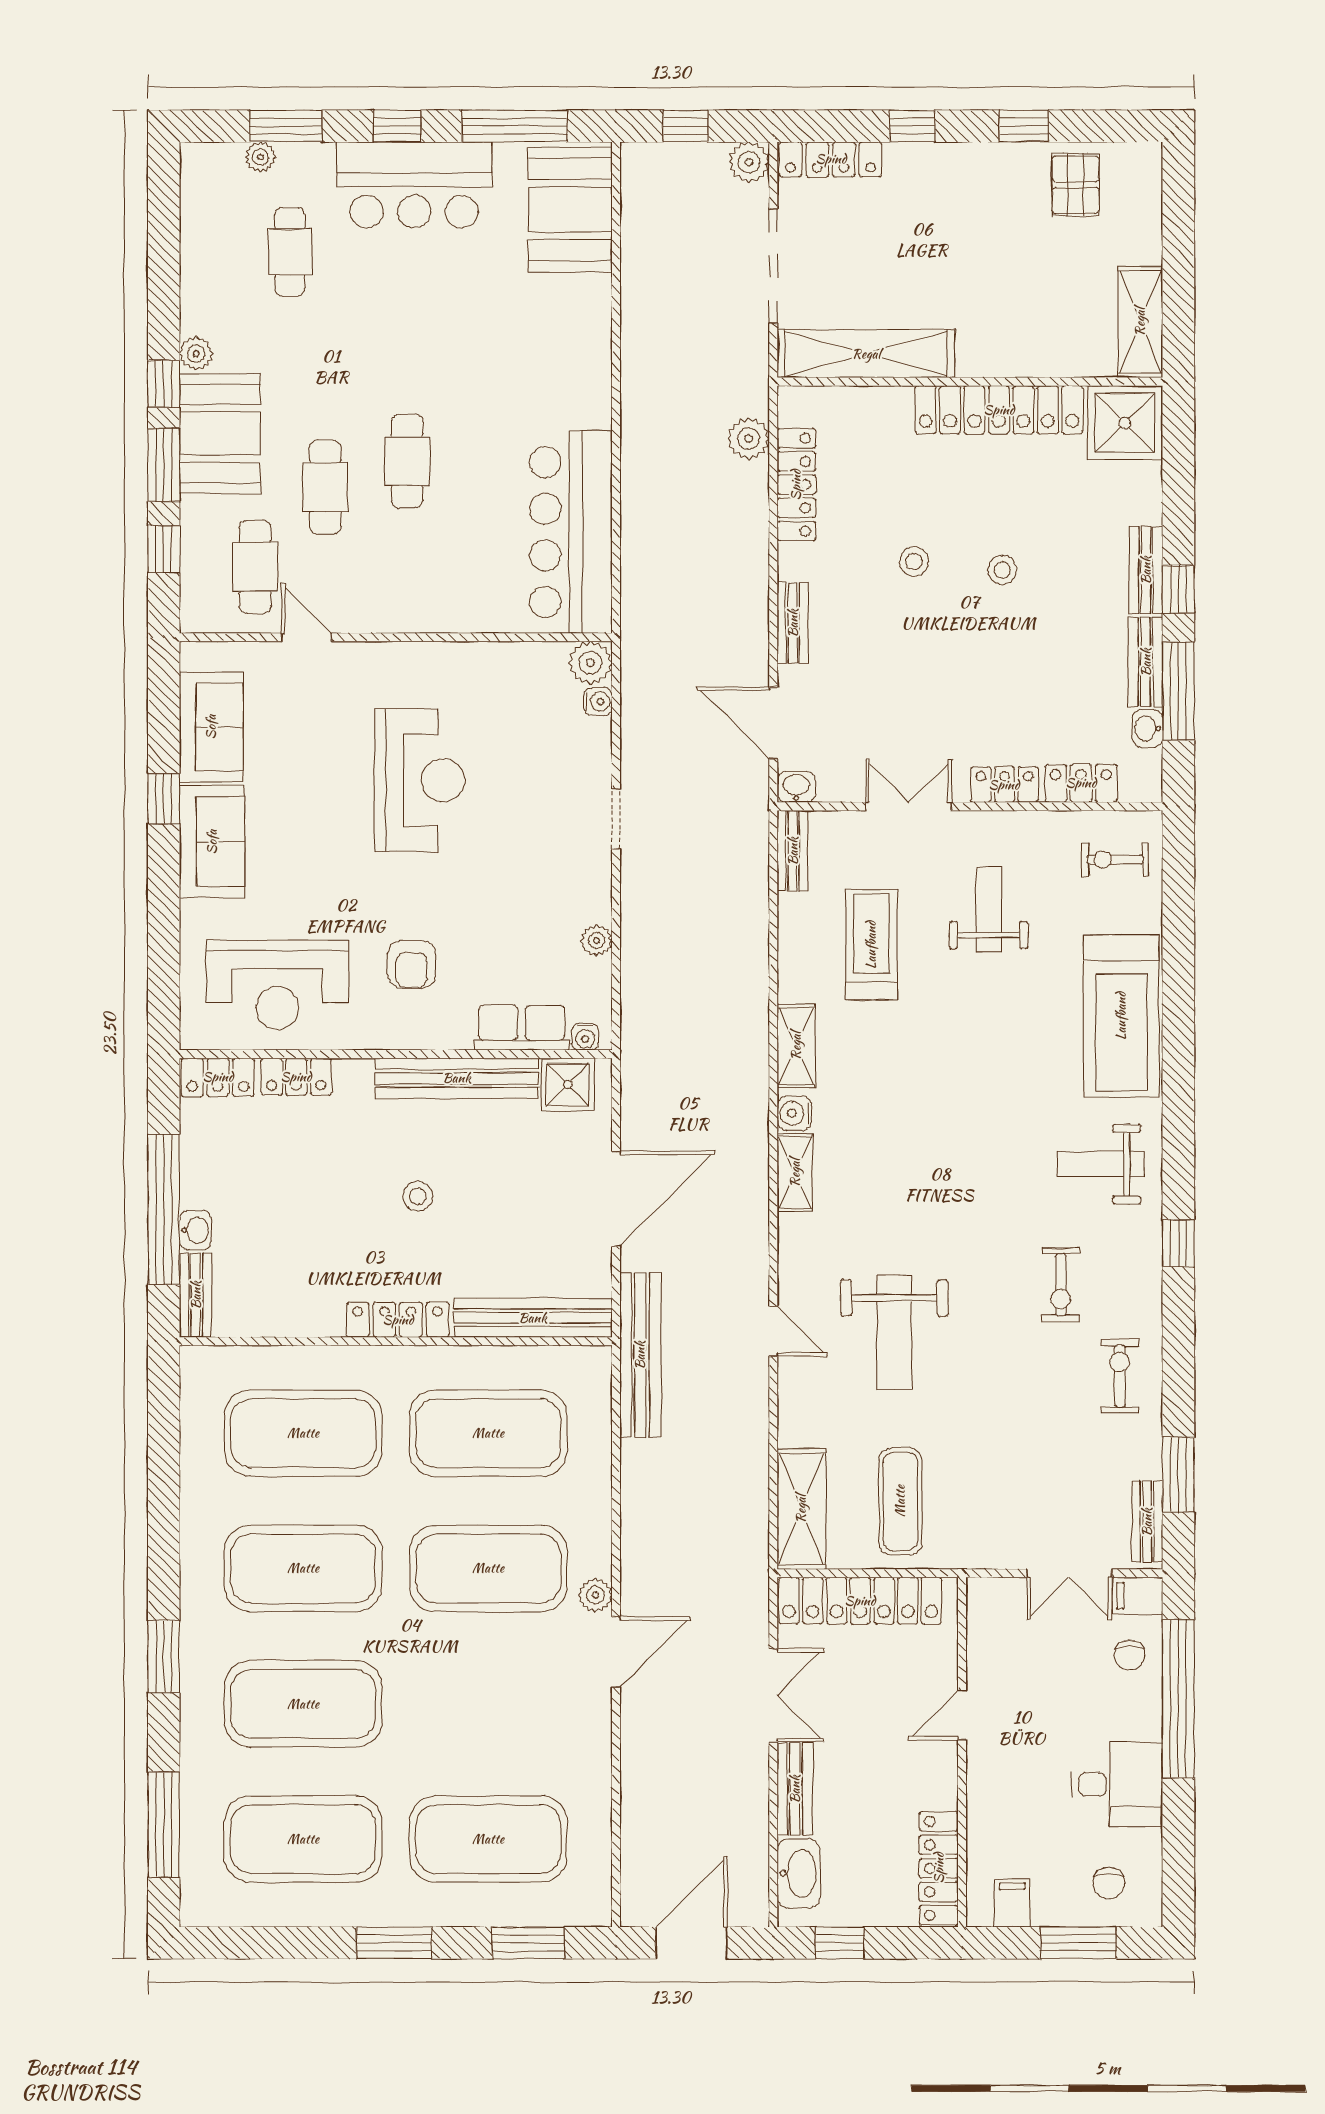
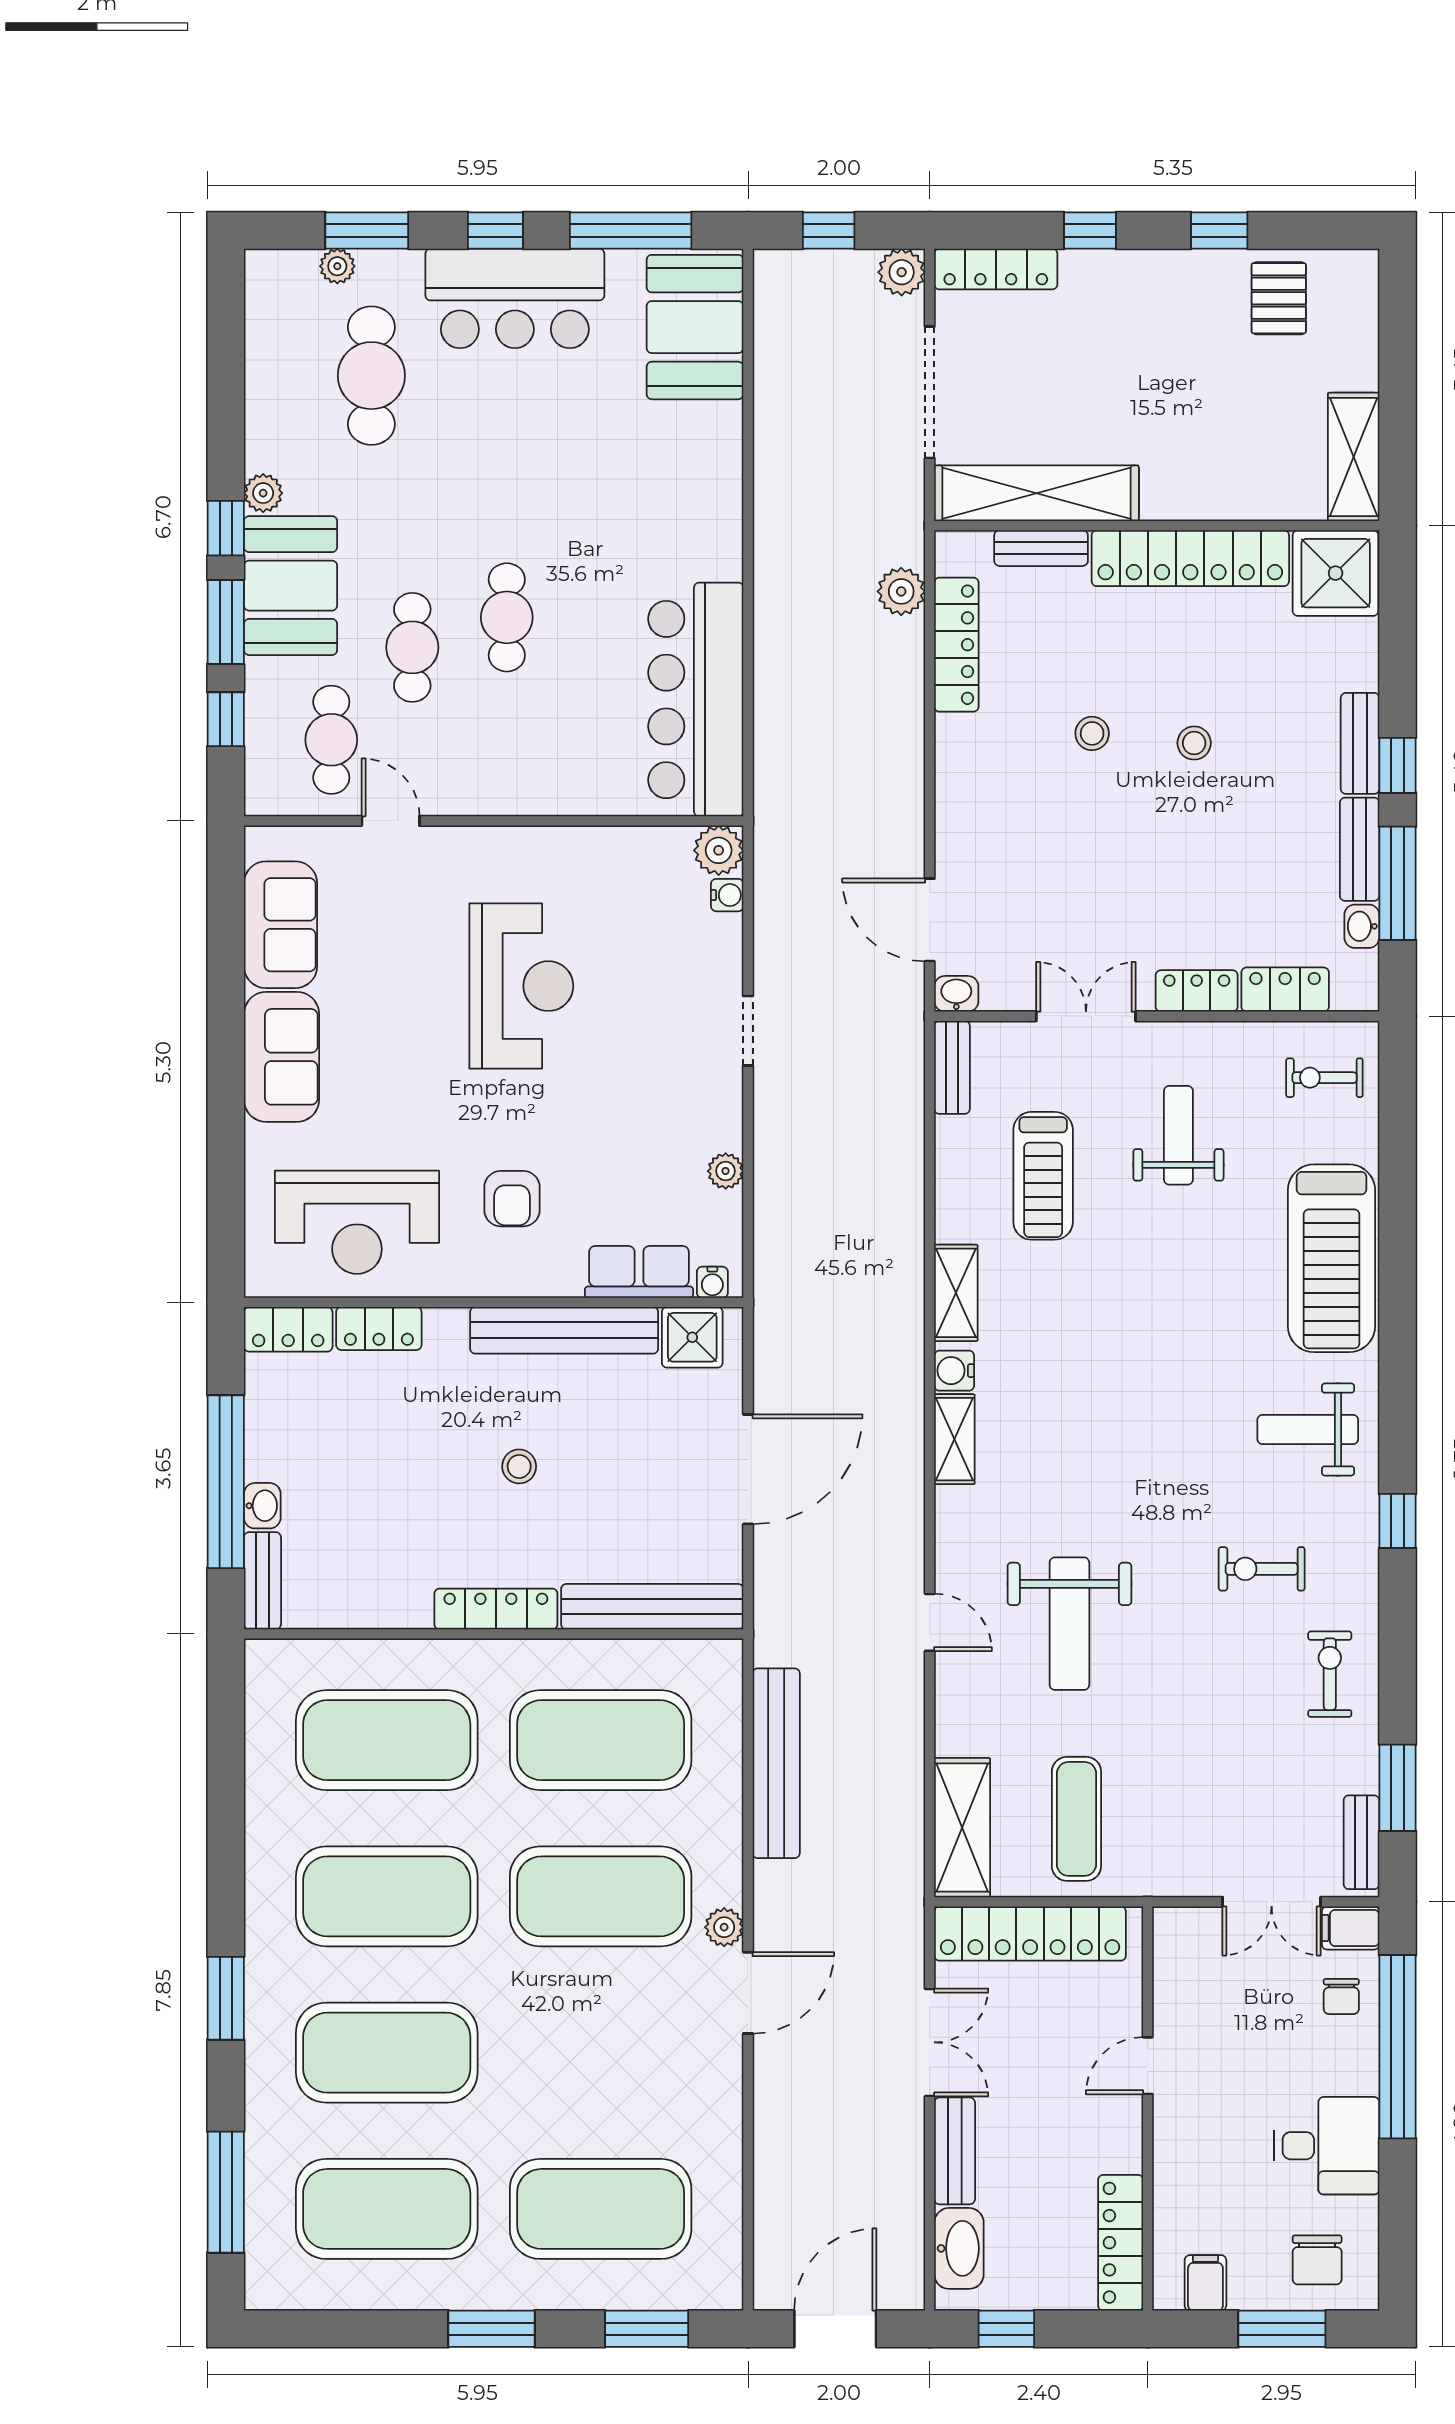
cafe table: (290, 252) -> (371, 376), width x1.37, depth x1.35
bench: (793, 623) -> (1041, 548), moved, turned 90
window: (164, 799) -> (226, 1007), removed
treadmill: (871, 945) -> (1043, 1176), turned 180
exercise bike: (1061, 1285) -> (1262, 1569), turned 90
bench: (640, 1355) -> (776, 1763), moved
chair: (1109, 1883) -> (1317, 2260), width x1.37, depth x1.37

